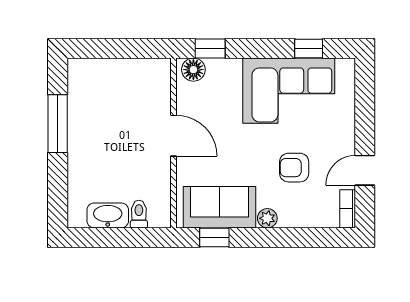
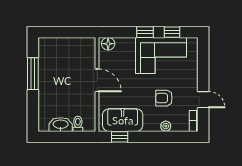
window: (210, 48) -> (145, 32), moved
door: (365, 170) -> (203, 100), swing flipped
plant: (267, 218) -> (166, 126), moved

